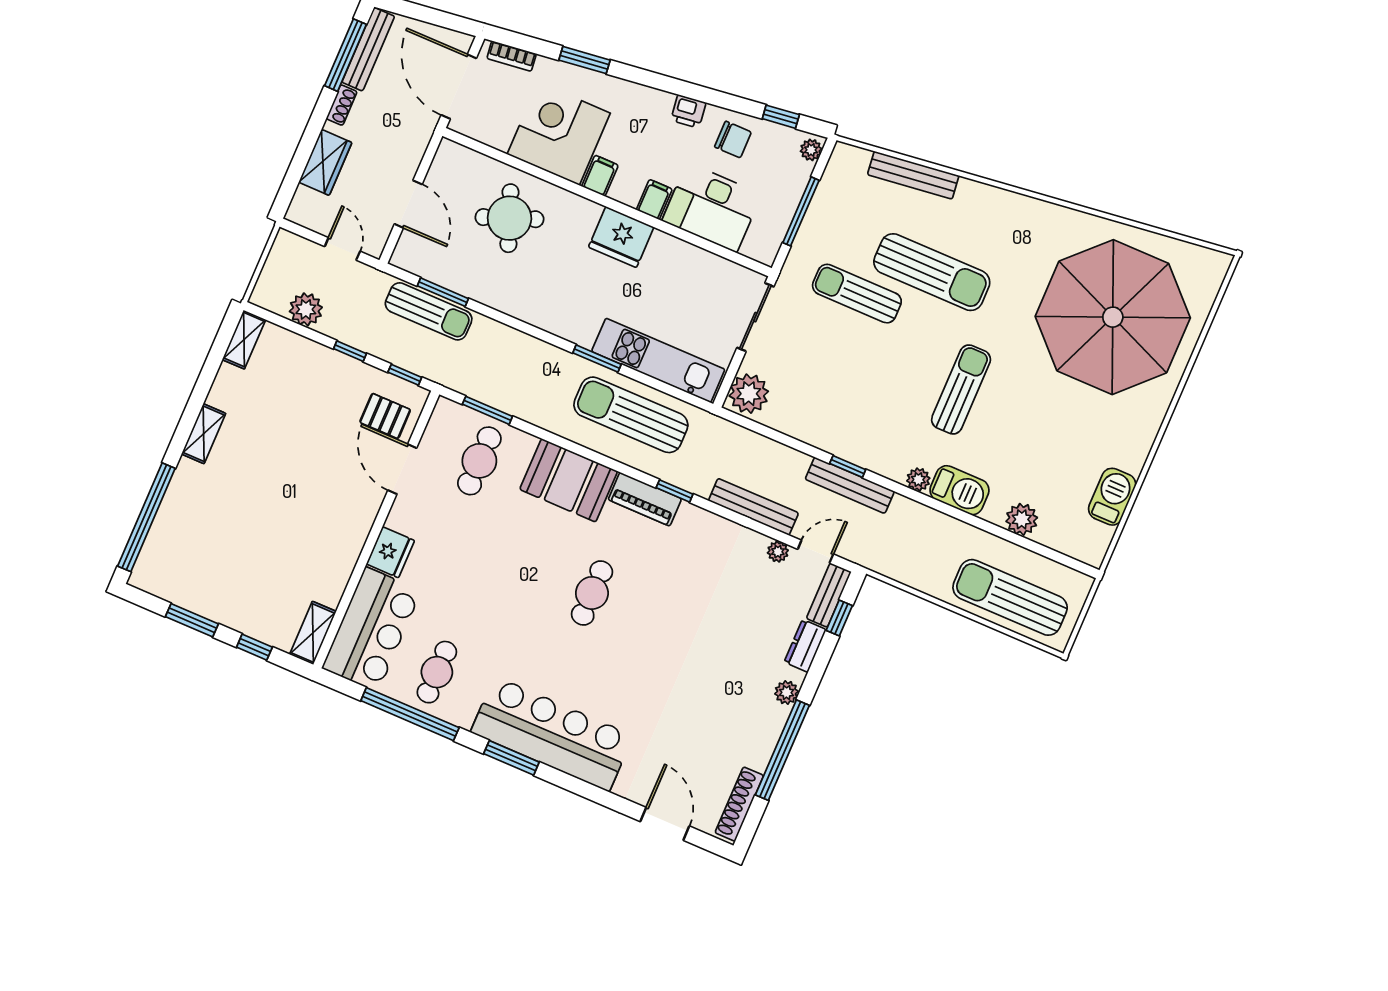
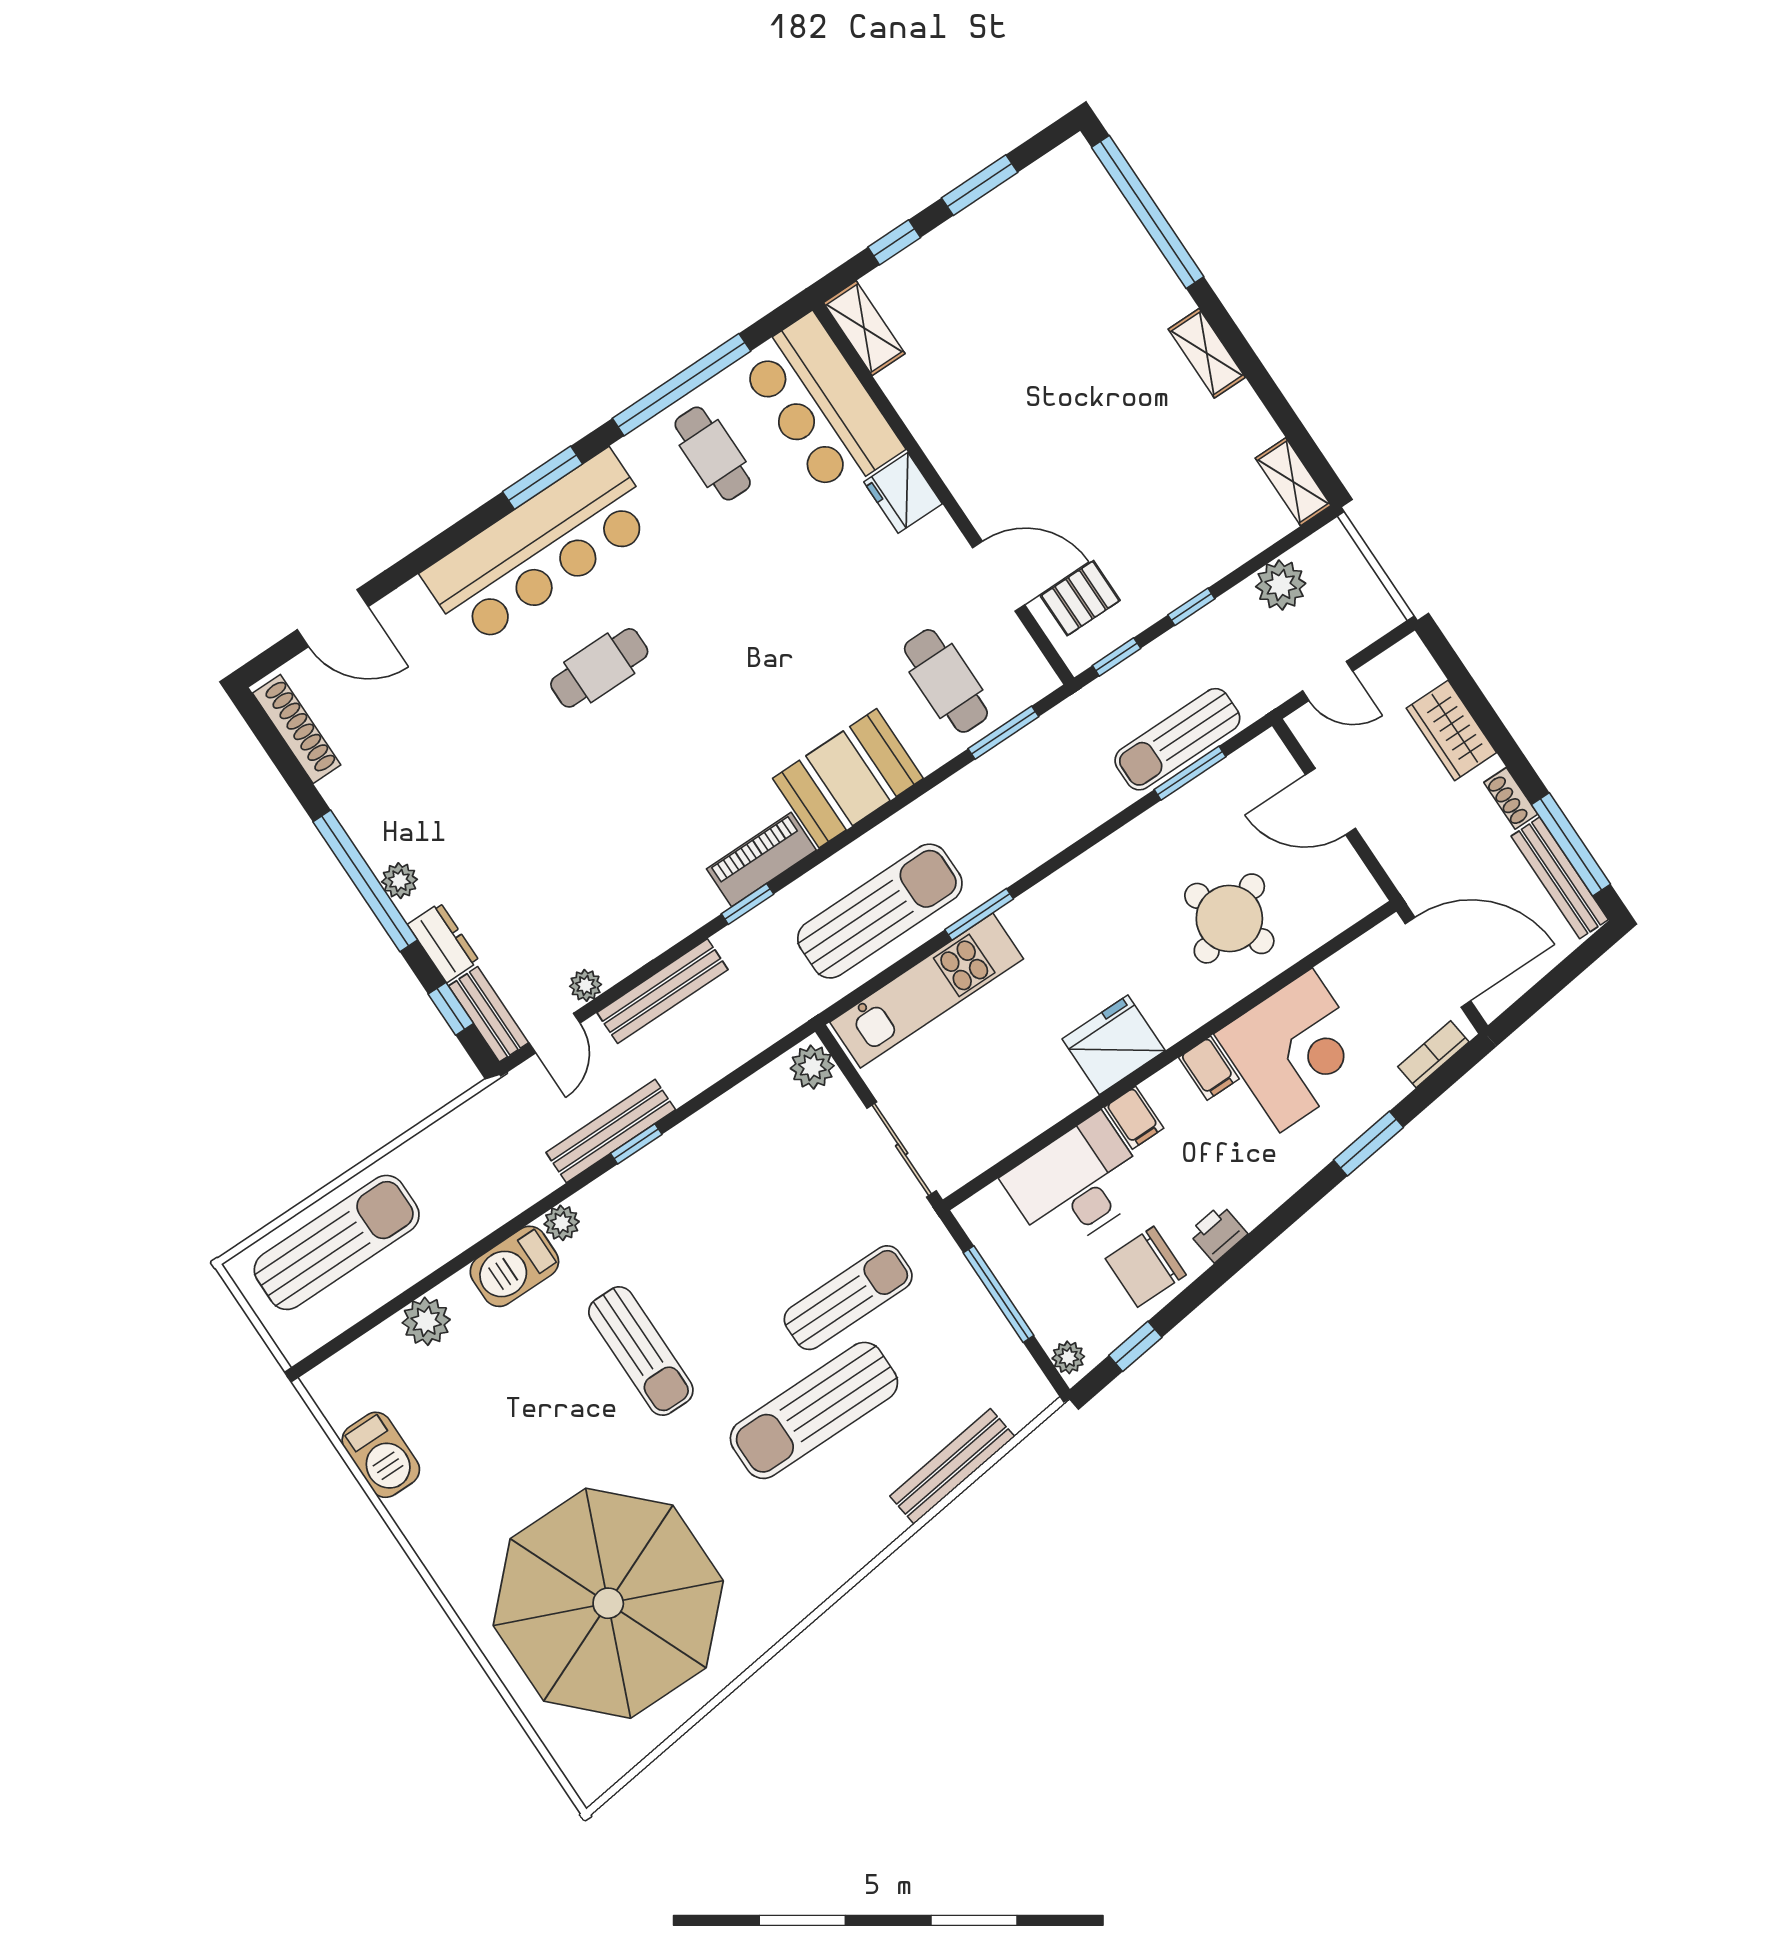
chair: (733, 139) -> (1146, 1267), width x1.37, depth x1.37
plant: (749, 394) -> (812, 1067), width x0.73, depth x0.73
cafe table: (592, 593) -> (599, 668), moved, turned 90
window: (782, 750) -> (365, 881), moved

